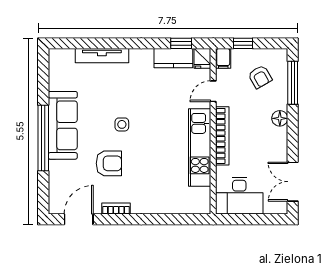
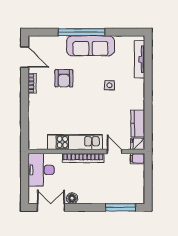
window: (181, 43) -> (148, 129), removed
window: (243, 43) -> (148, 172), removed
tv unit: (102, 56) -> (139, 59), moved
armchair: (260, 77) -> (125, 184), removed
floor lamp: (280, 118) -> (72, 198), moved
side table: (122, 124) -> (109, 85), moved

